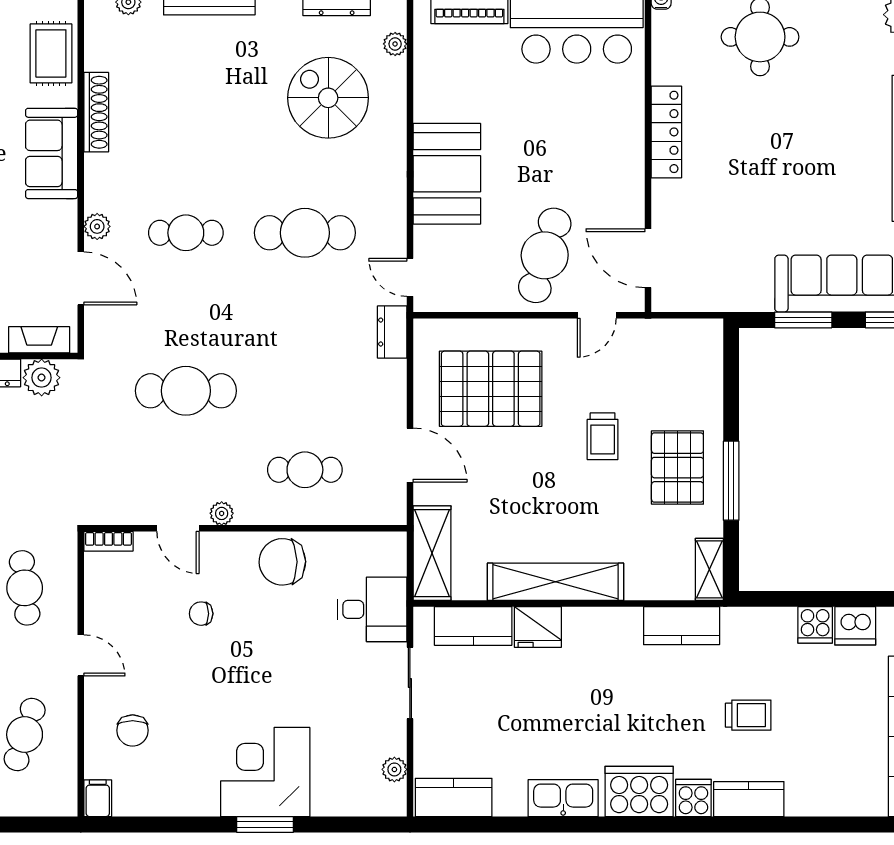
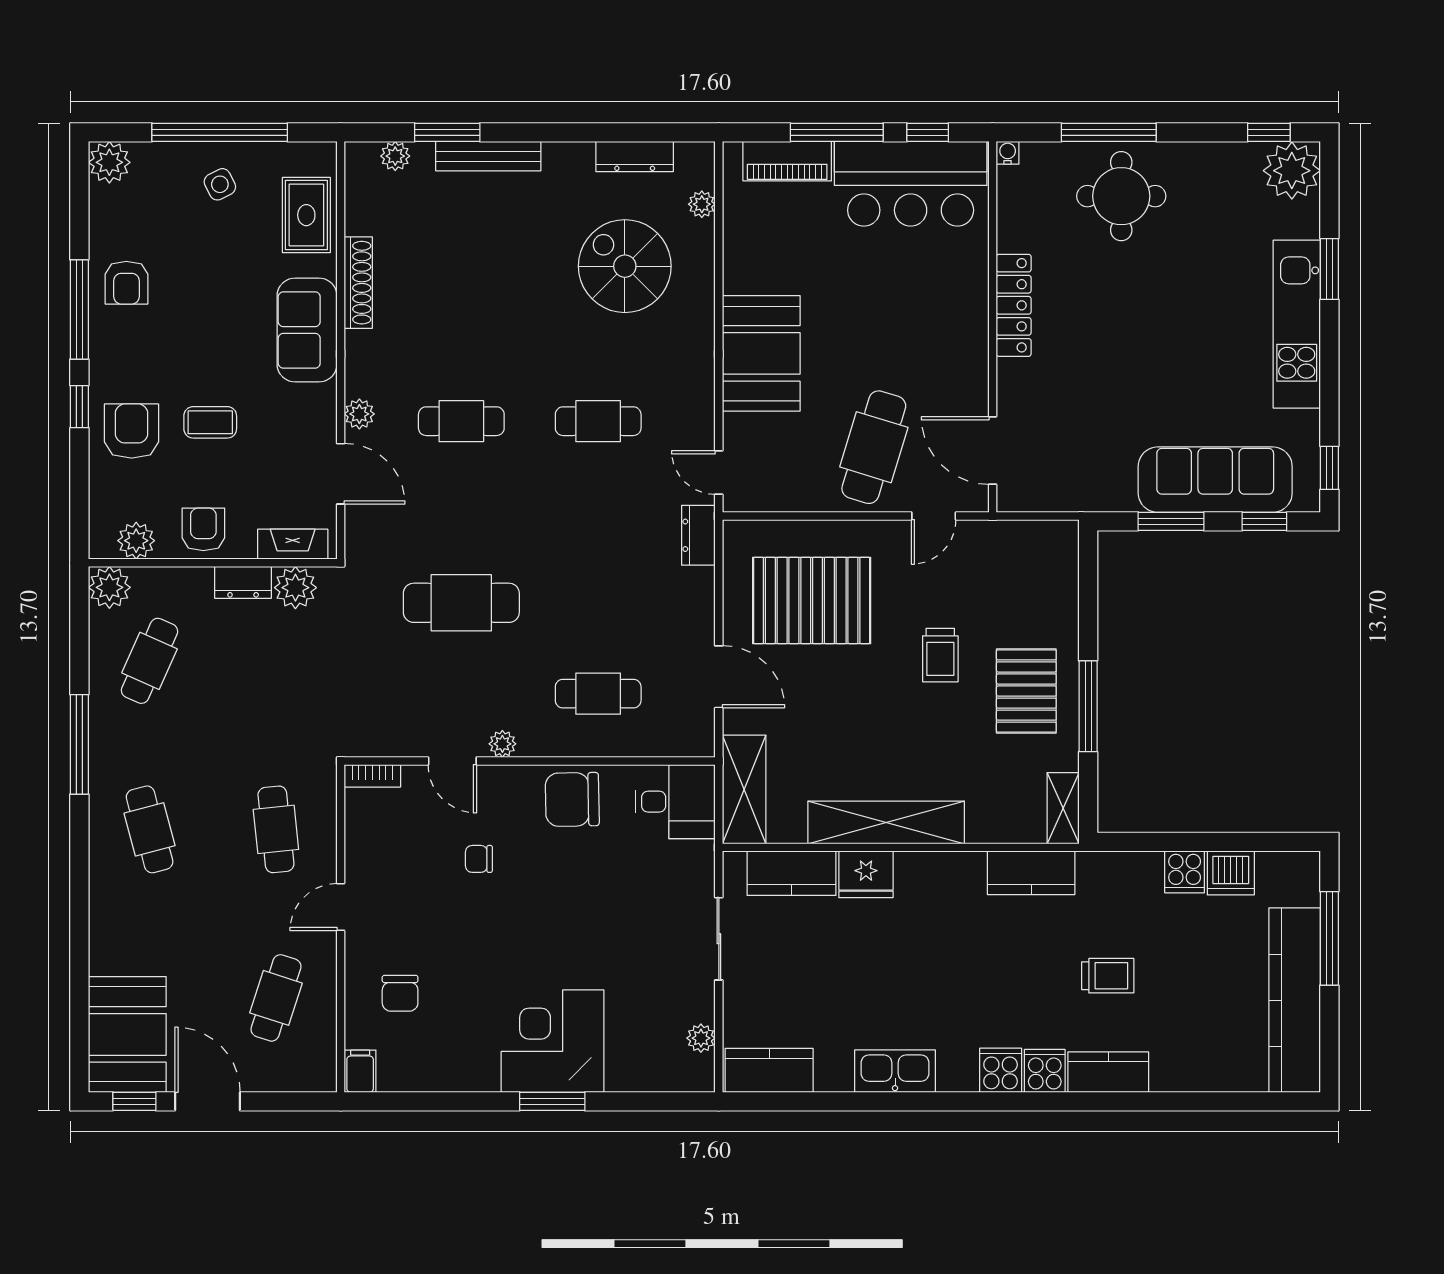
cafe table: (305, 233) -> (598, 421), width x0.73, depth x0.74
desk: (372, 609) -> (675, 802), moved
door: (81, 655) -> (341, 907), swing flipped
cooker: (639, 792) -> (1001, 1070), width x0.53, depth x0.76

